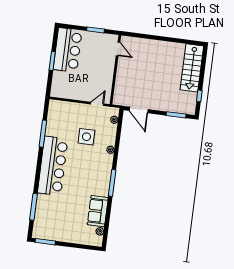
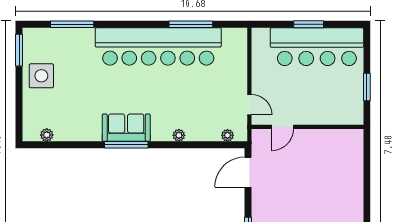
door: (118, 49) -> (282, 127), moved
bar counter: (68, 50) -> (317, 47), width x1.36
side table: (86, 137) -> (41, 76), moved
bar counter: (53, 166) -> (158, 46), width x1.36
sofa: (98, 211) -> (126, 128), moved

